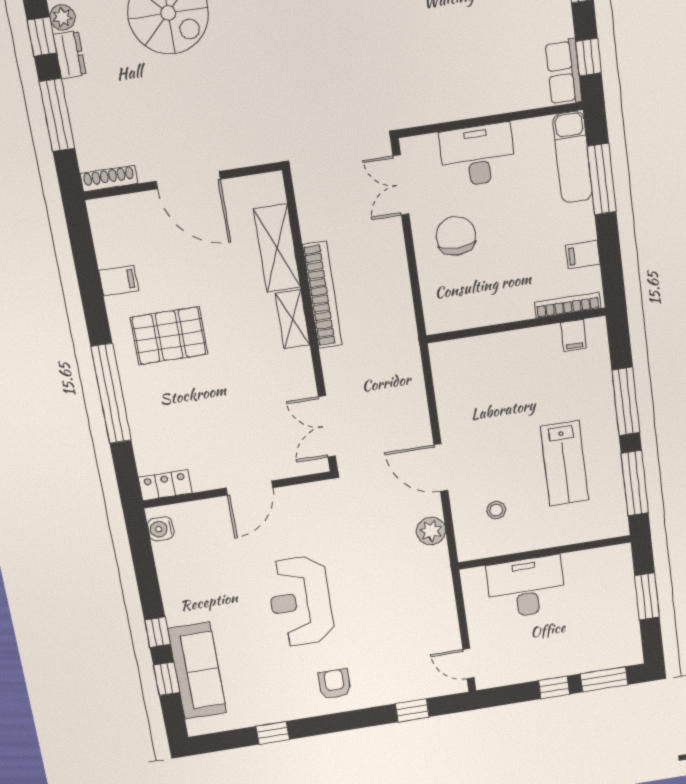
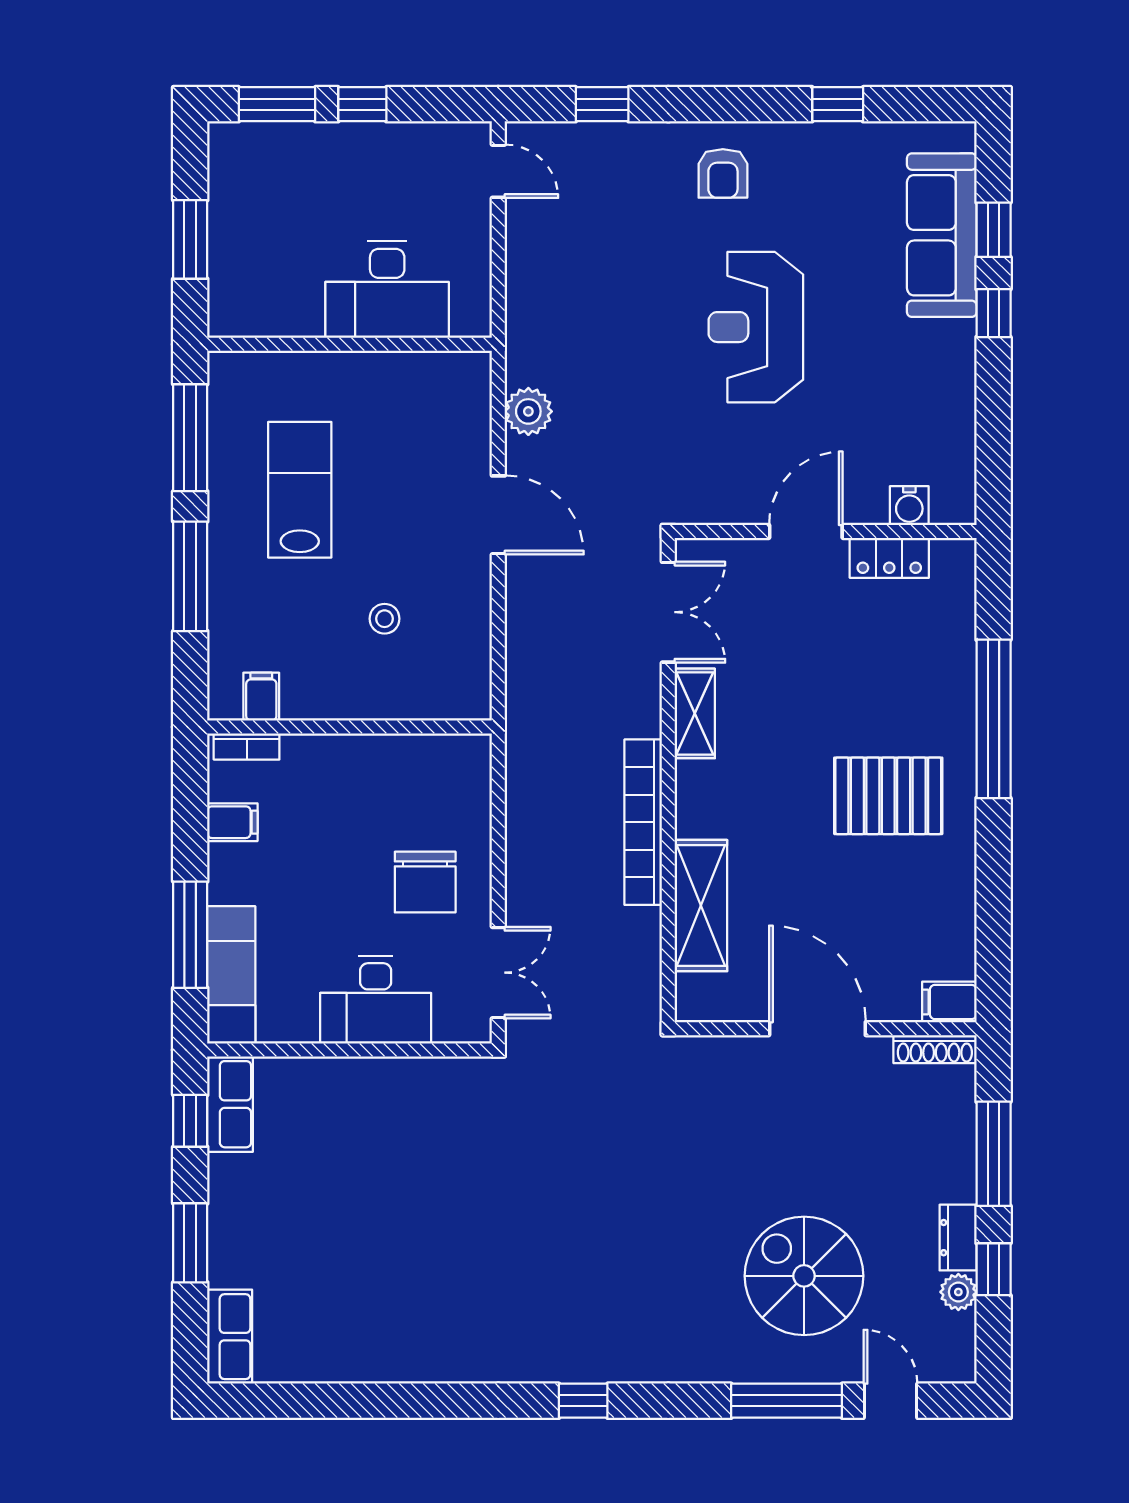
filing cabinet: (118, 281) -> (949, 1002), moved
bookcase: (568, 305) -> (247, 746), width x0.64
shelving: (293, 319) -> (695, 713), moved
locker: (165, 485) -> (889, 558), moved
stool: (496, 510) -> (385, 619), moved
water cooler: (161, 529) -> (909, 506), moved, turned 90
reception desk: (300, 601) -> (756, 327), turned 180

